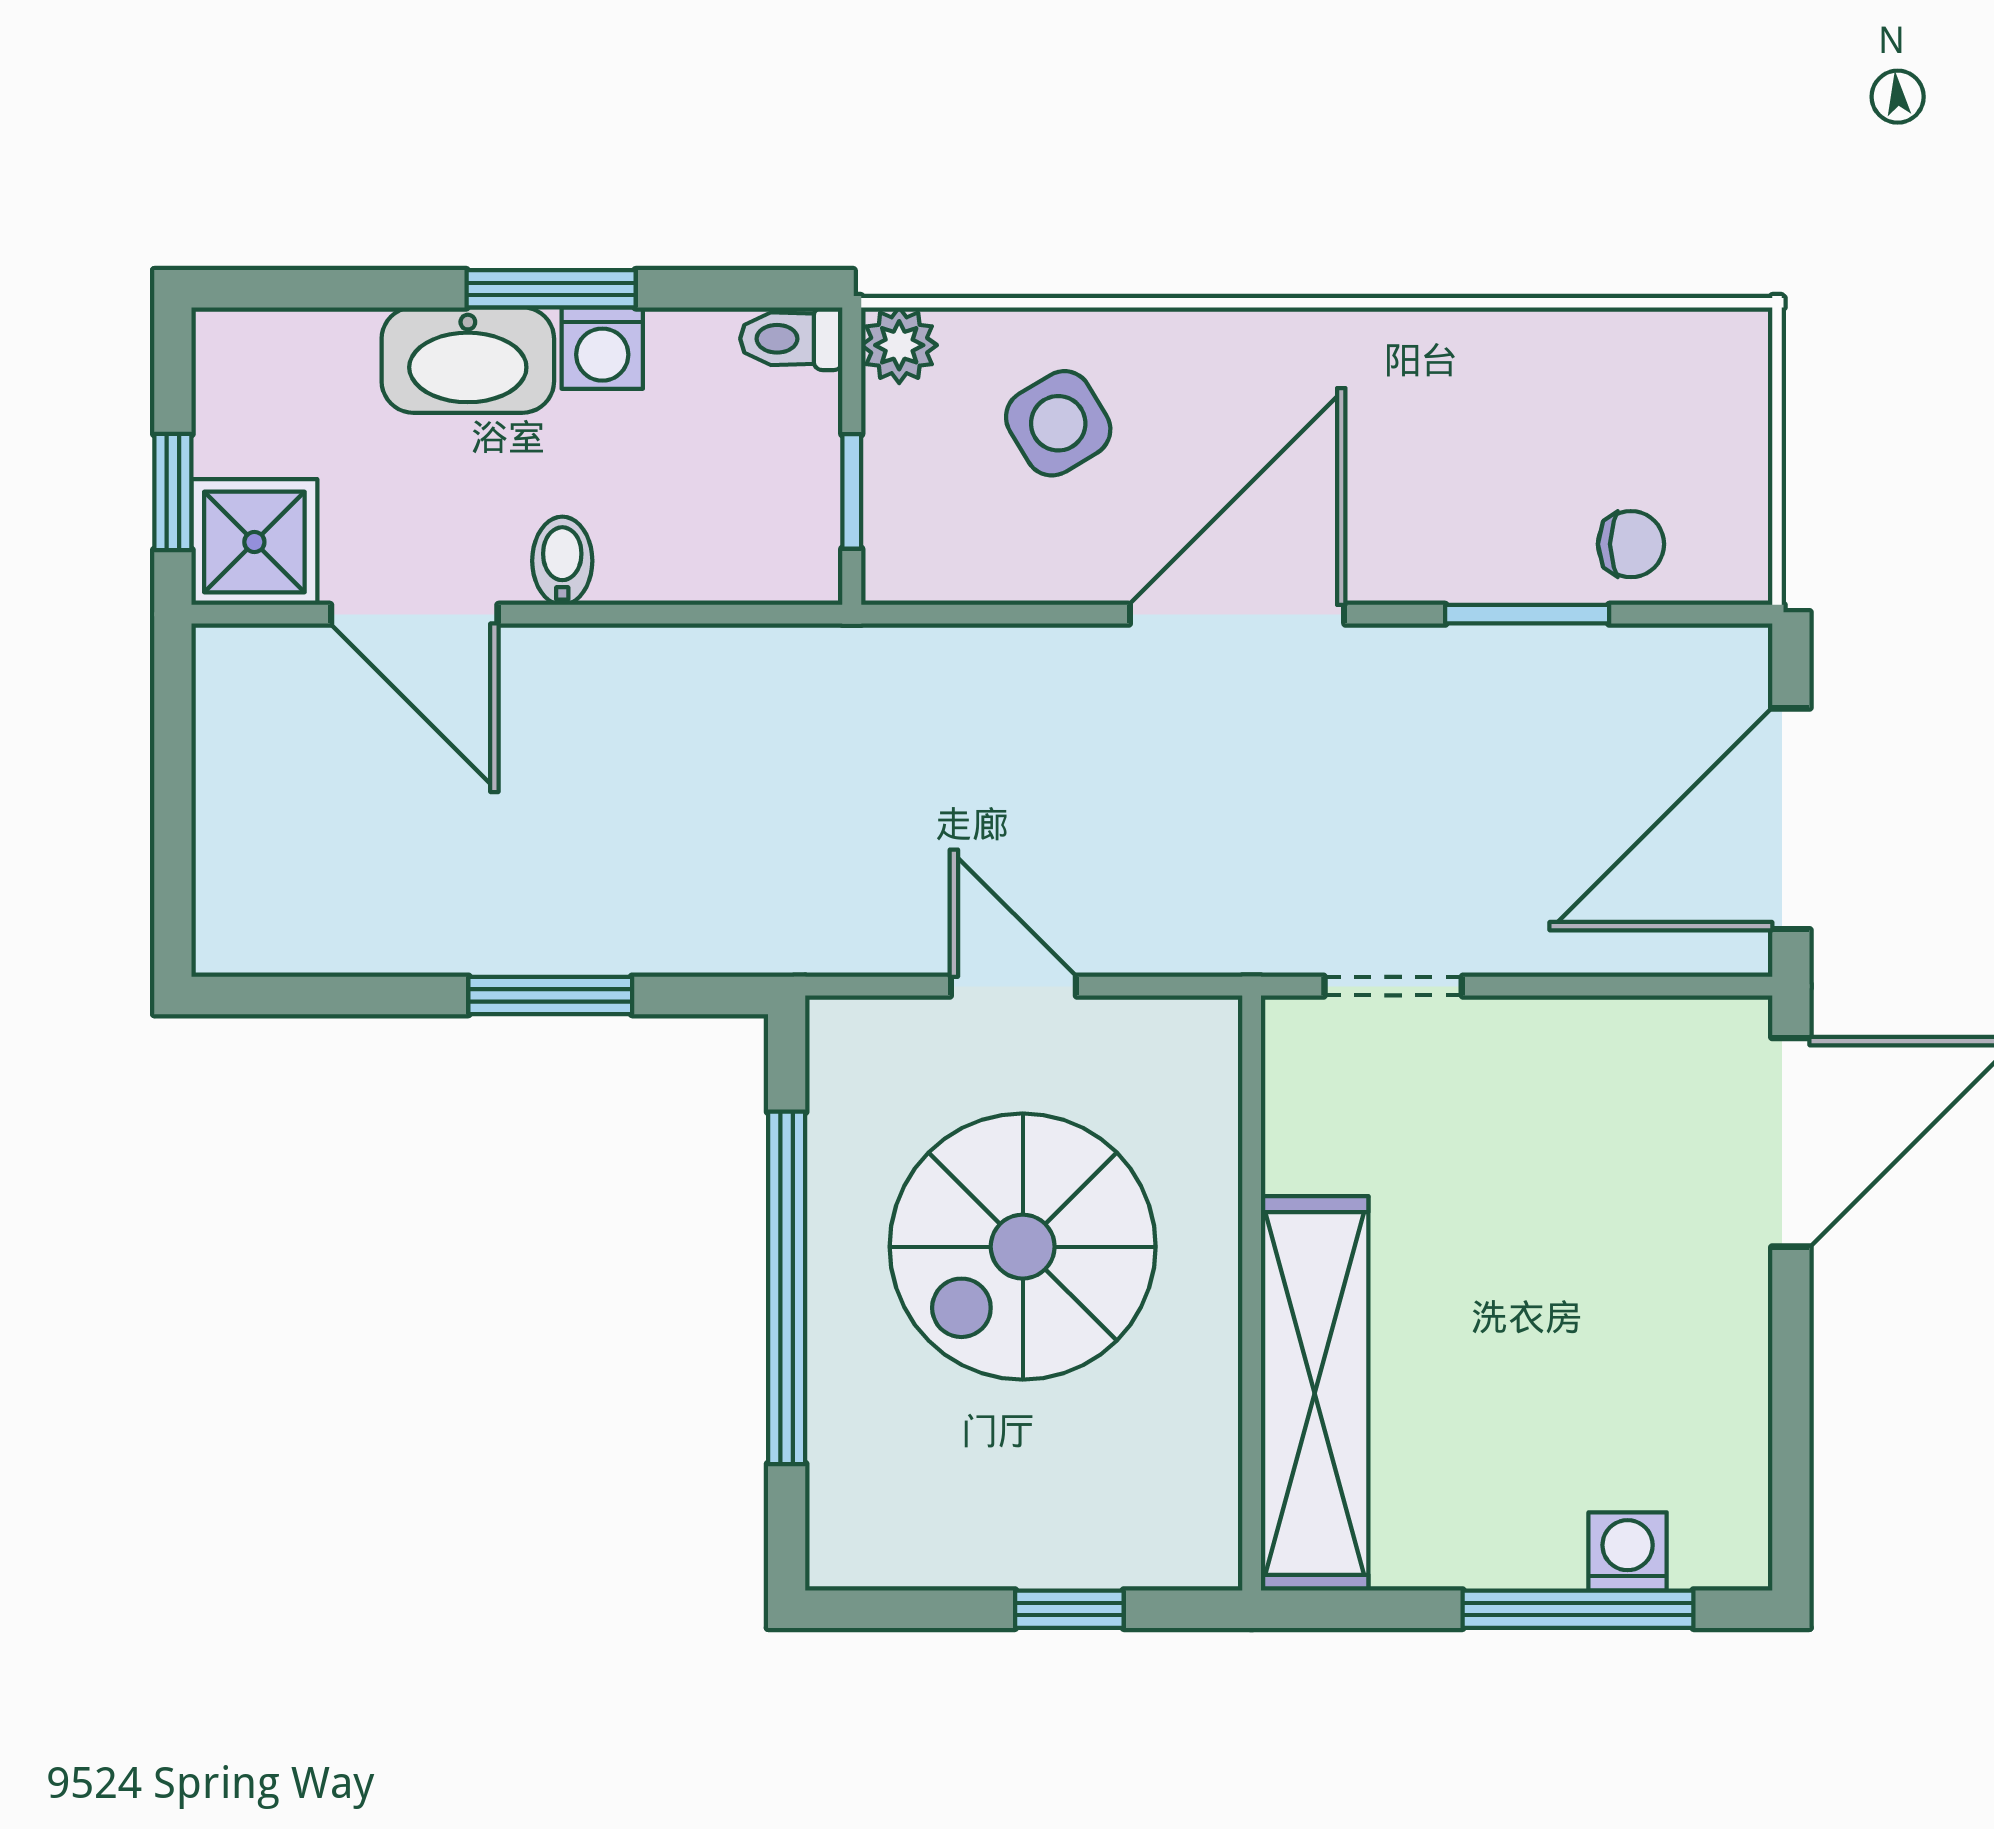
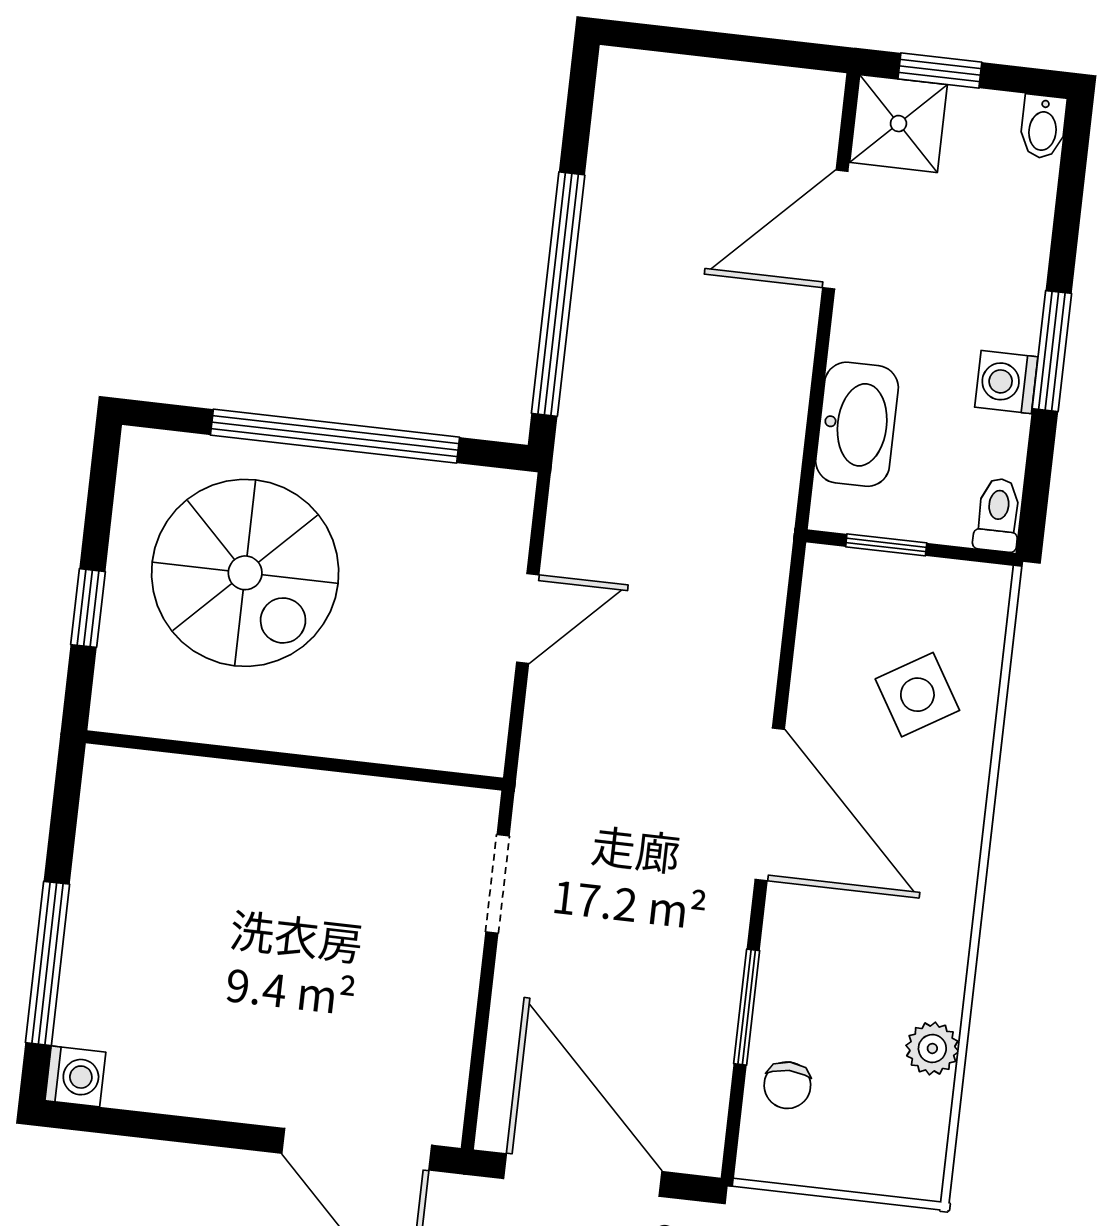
plant: (899, 345) -> (932, 1048), moved
washbasin: (468, 360) -> (857, 424), moved, turned 180
bidet: (562, 561) -> (1043, 127), moved, turned 90
window: (550, 995) -> (558, 294), width x2.11
spiral stairs: (1023, 1247) -> (245, 573), moved, turned 180
shelving: (1315, 1393) -> (219, 797), removed
washing machine: (1628, 1551) -> (75, 1076), moved

